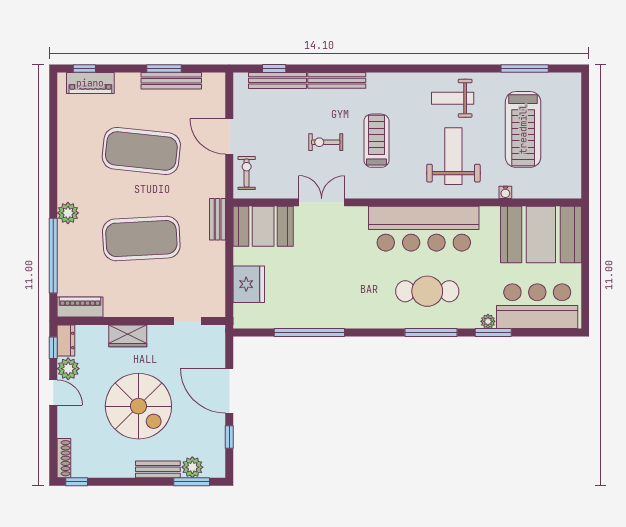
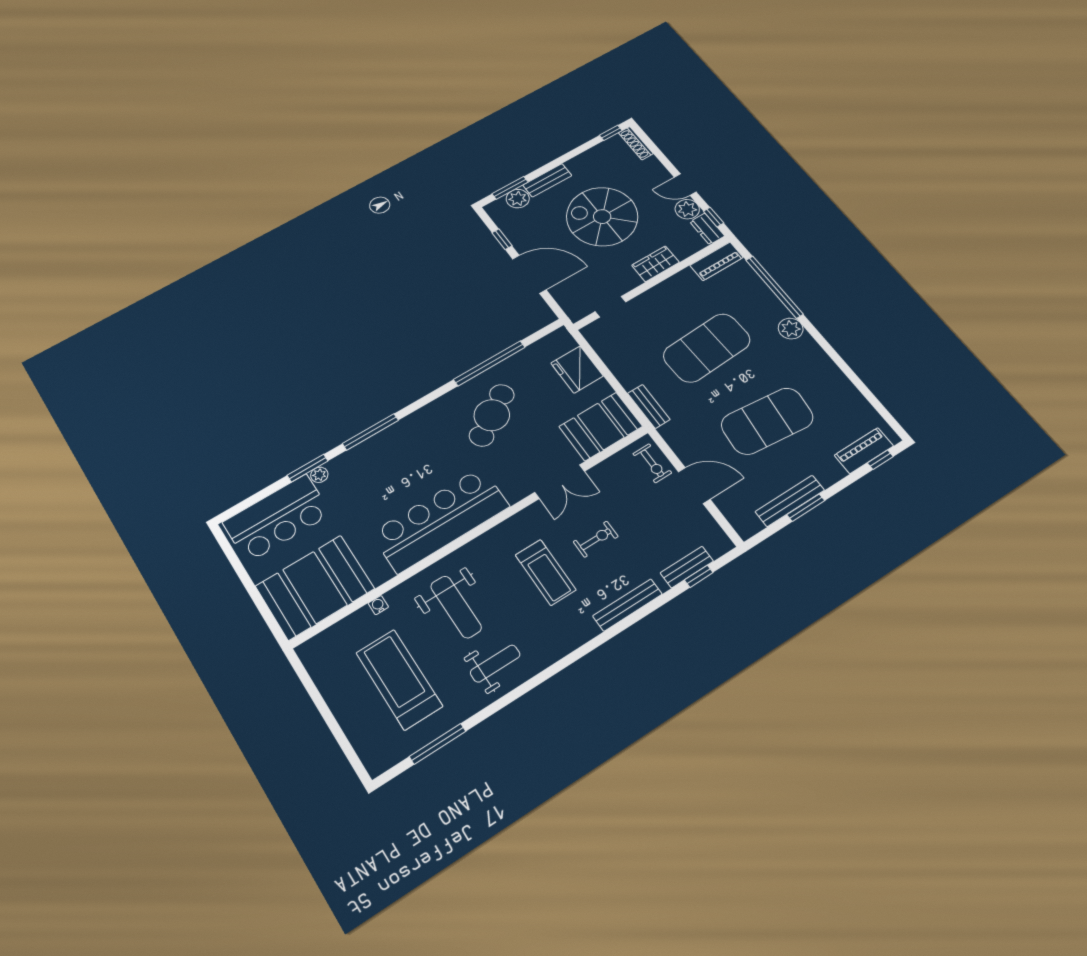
bench: (277, 80) -> (687, 567), width x0.73
cafe table: (427, 291) -> (492, 415), moved, turned -34

